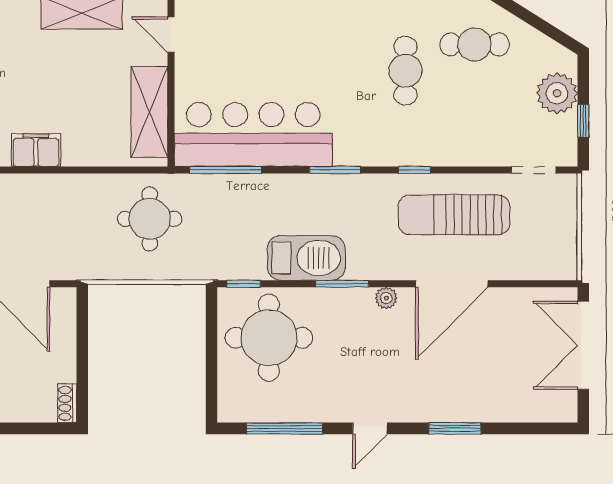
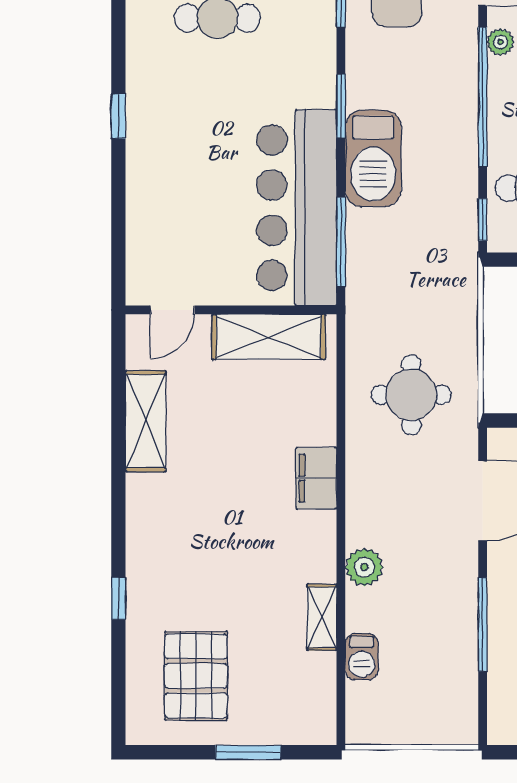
round table: (150, 219) -> (411, 395), moved
barbecue: (306, 258) -> (373, 158), moved, turned 180
window: (342, 284) -> (483, 97), width x2.11

